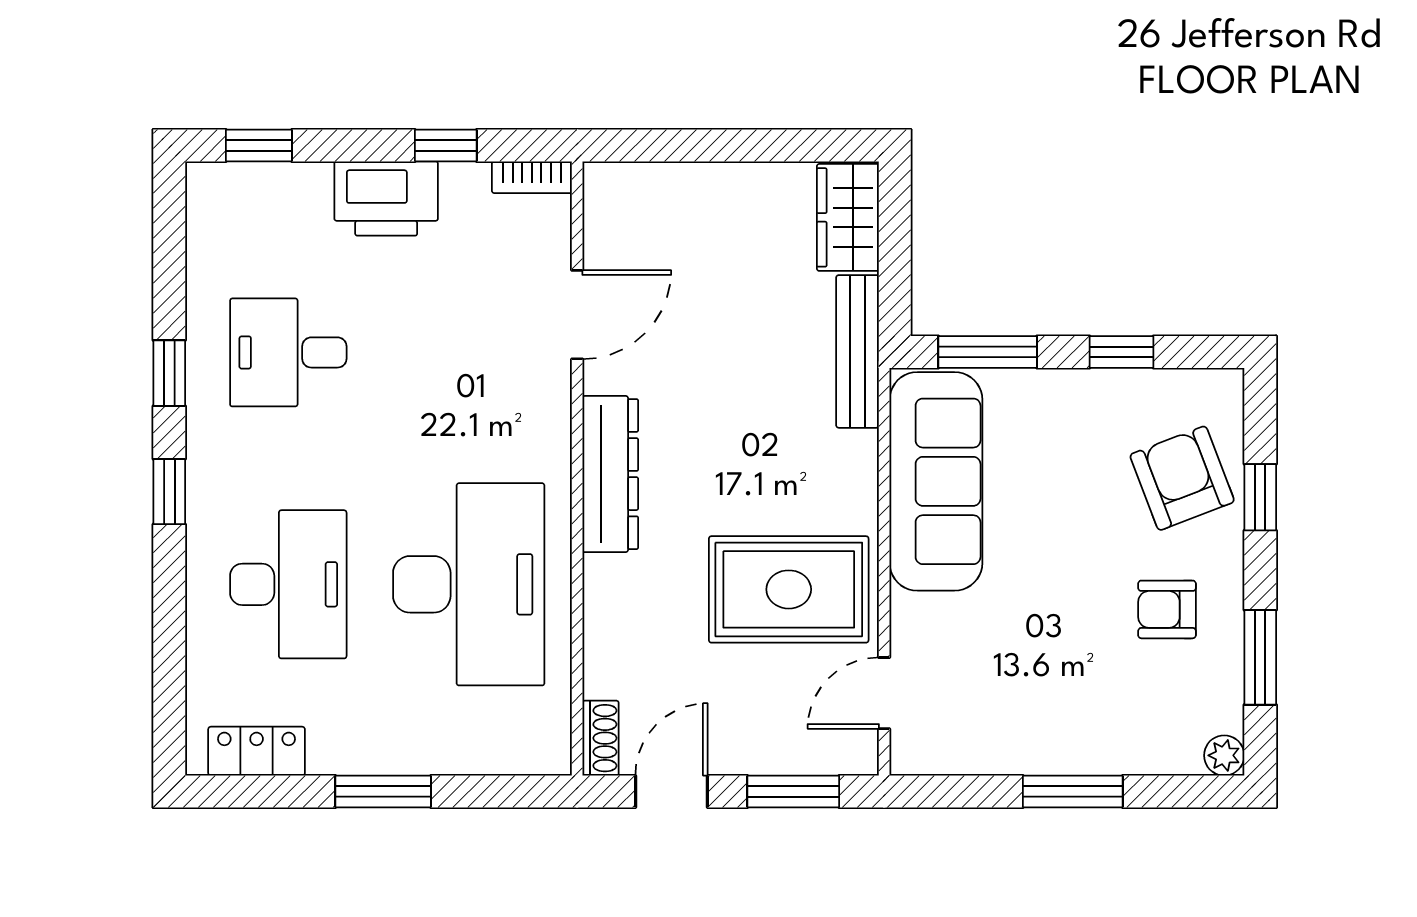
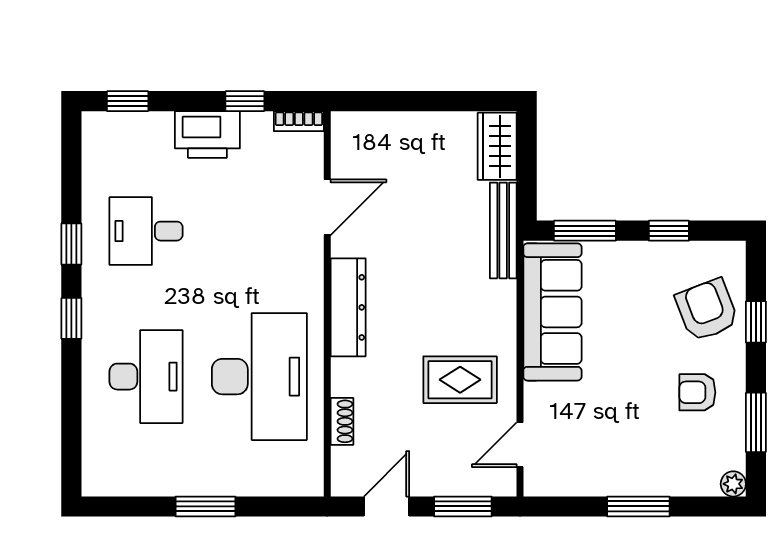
rug: (789, 589) -> (460, 380), width x0.73, depth x0.70
shoe rack: (601, 738) -> (342, 421), moved
locker: (257, 751) -> (126, 481), removed

